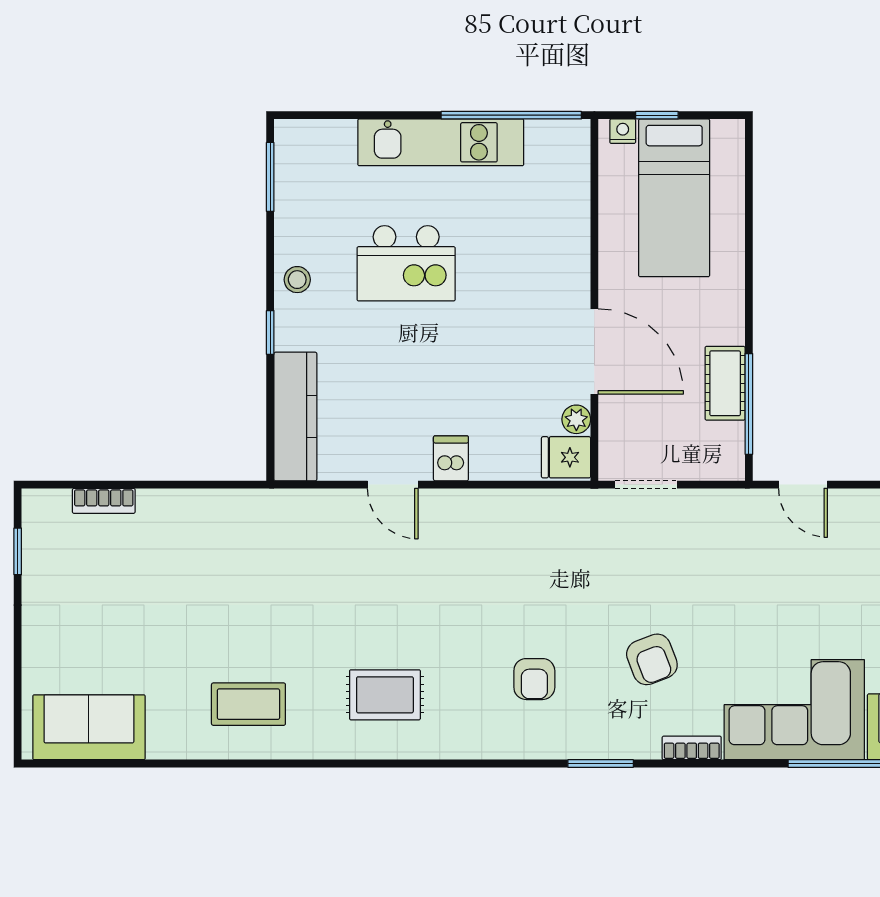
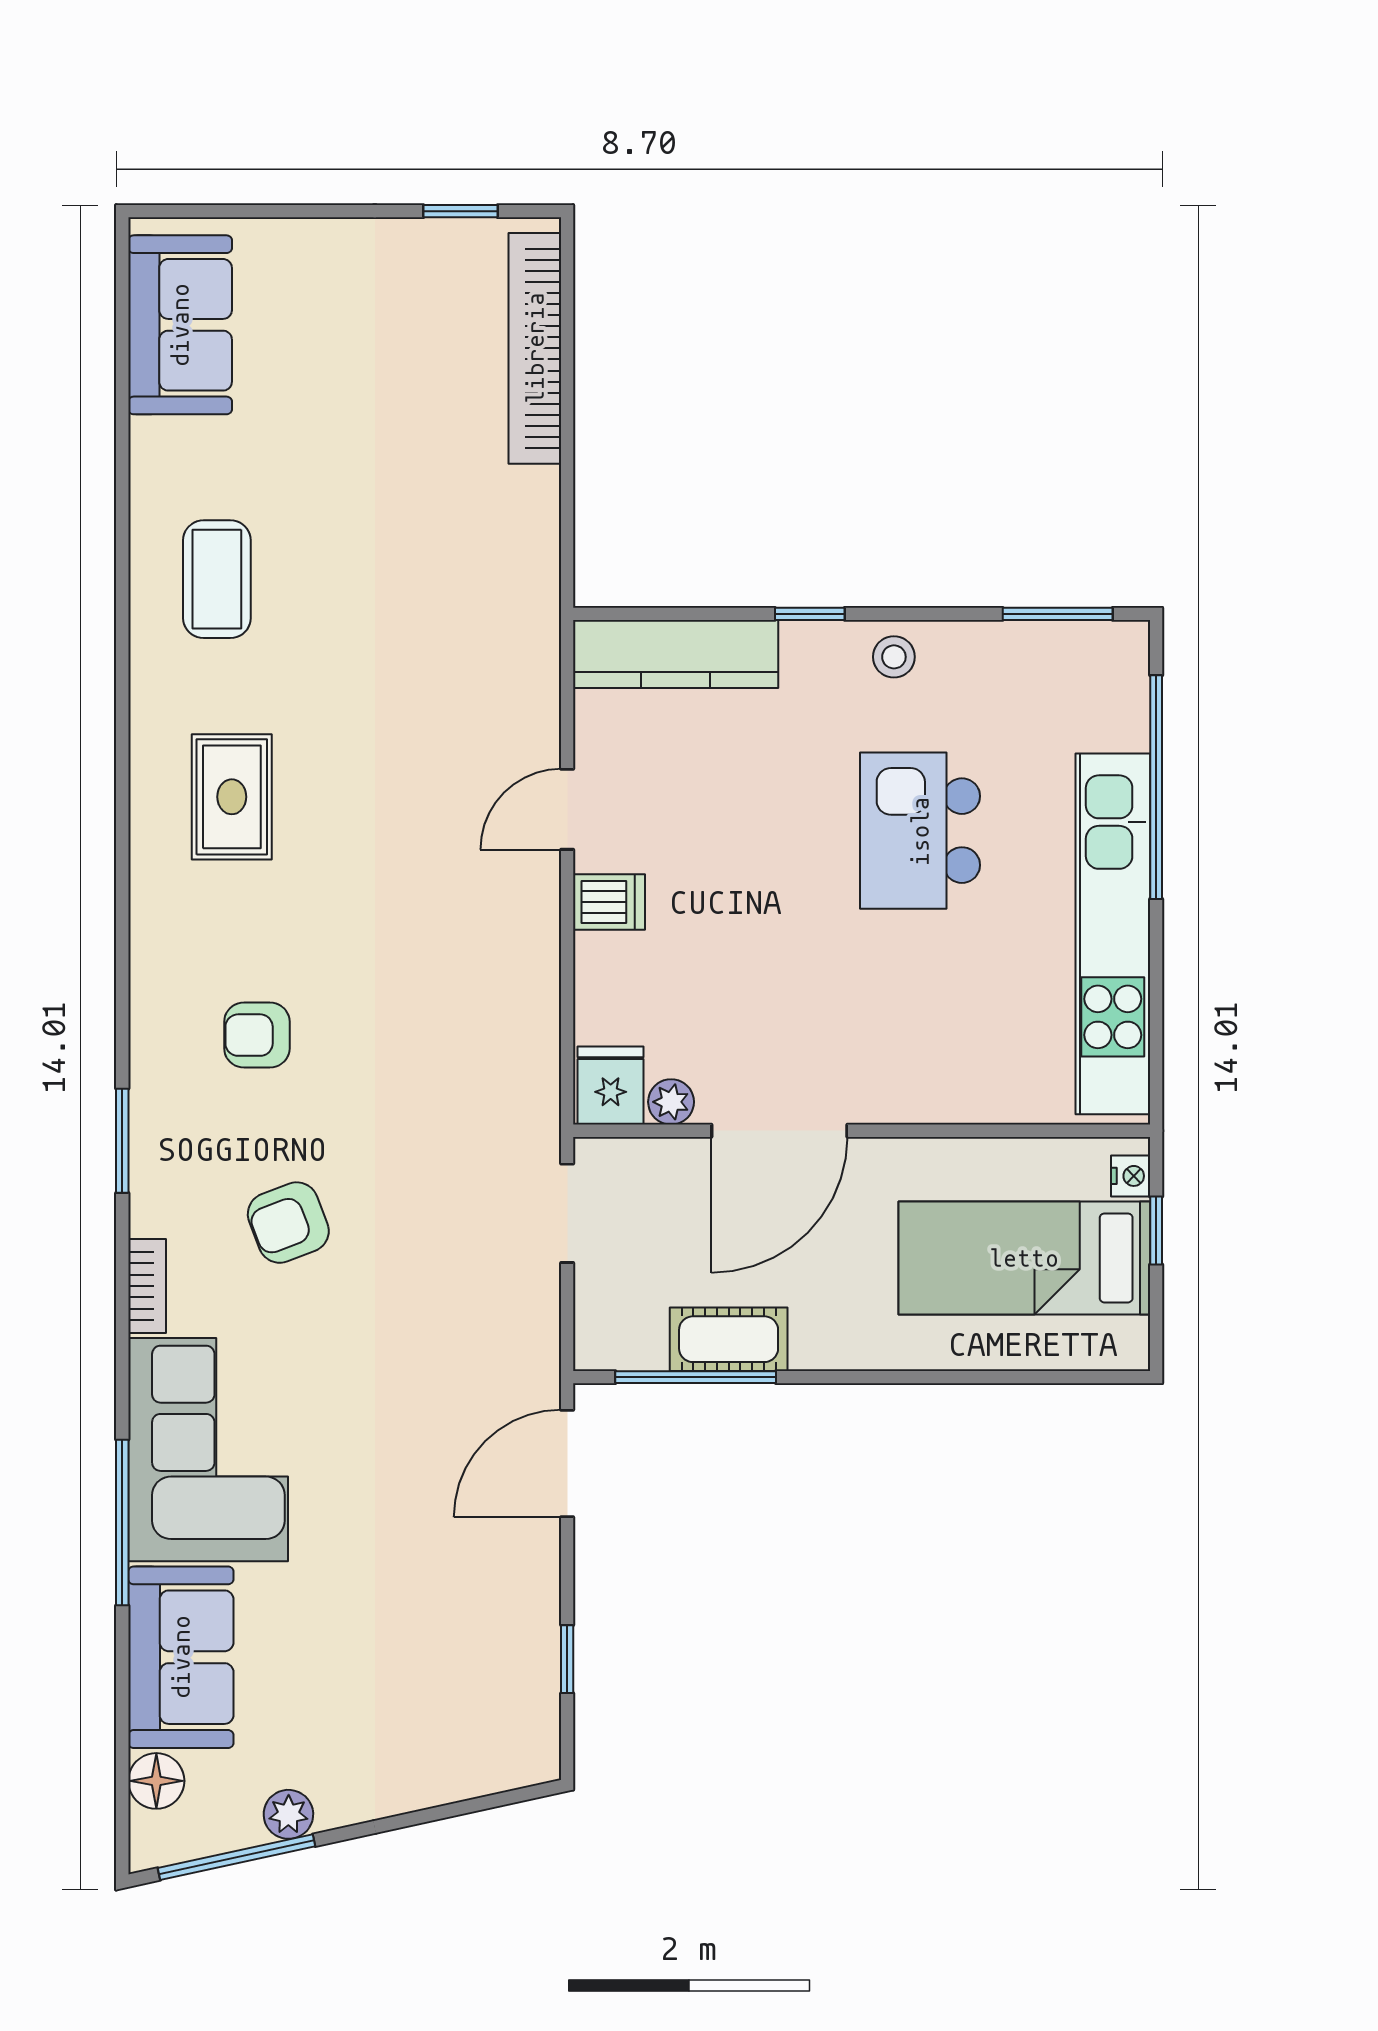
window: (511, 115) -> (1156, 787), moved
kitchen unit: (441, 142) -> (1113, 934), width x1.36
door: (803, 485) -> (567, 1463), width x1.38
bookcase: (104, 501) -> (535, 348), width x2.31, depth x1.31

